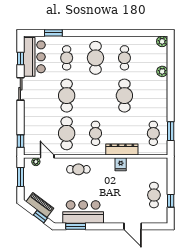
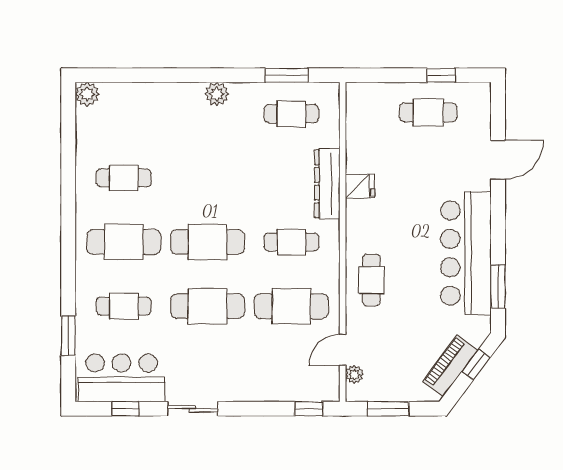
plant: (162, 71) -> (217, 94), moved
cafe table: (124, 96) -> (208, 242), moved
bar counter: (83, 212) -> (466, 253), width x1.36

